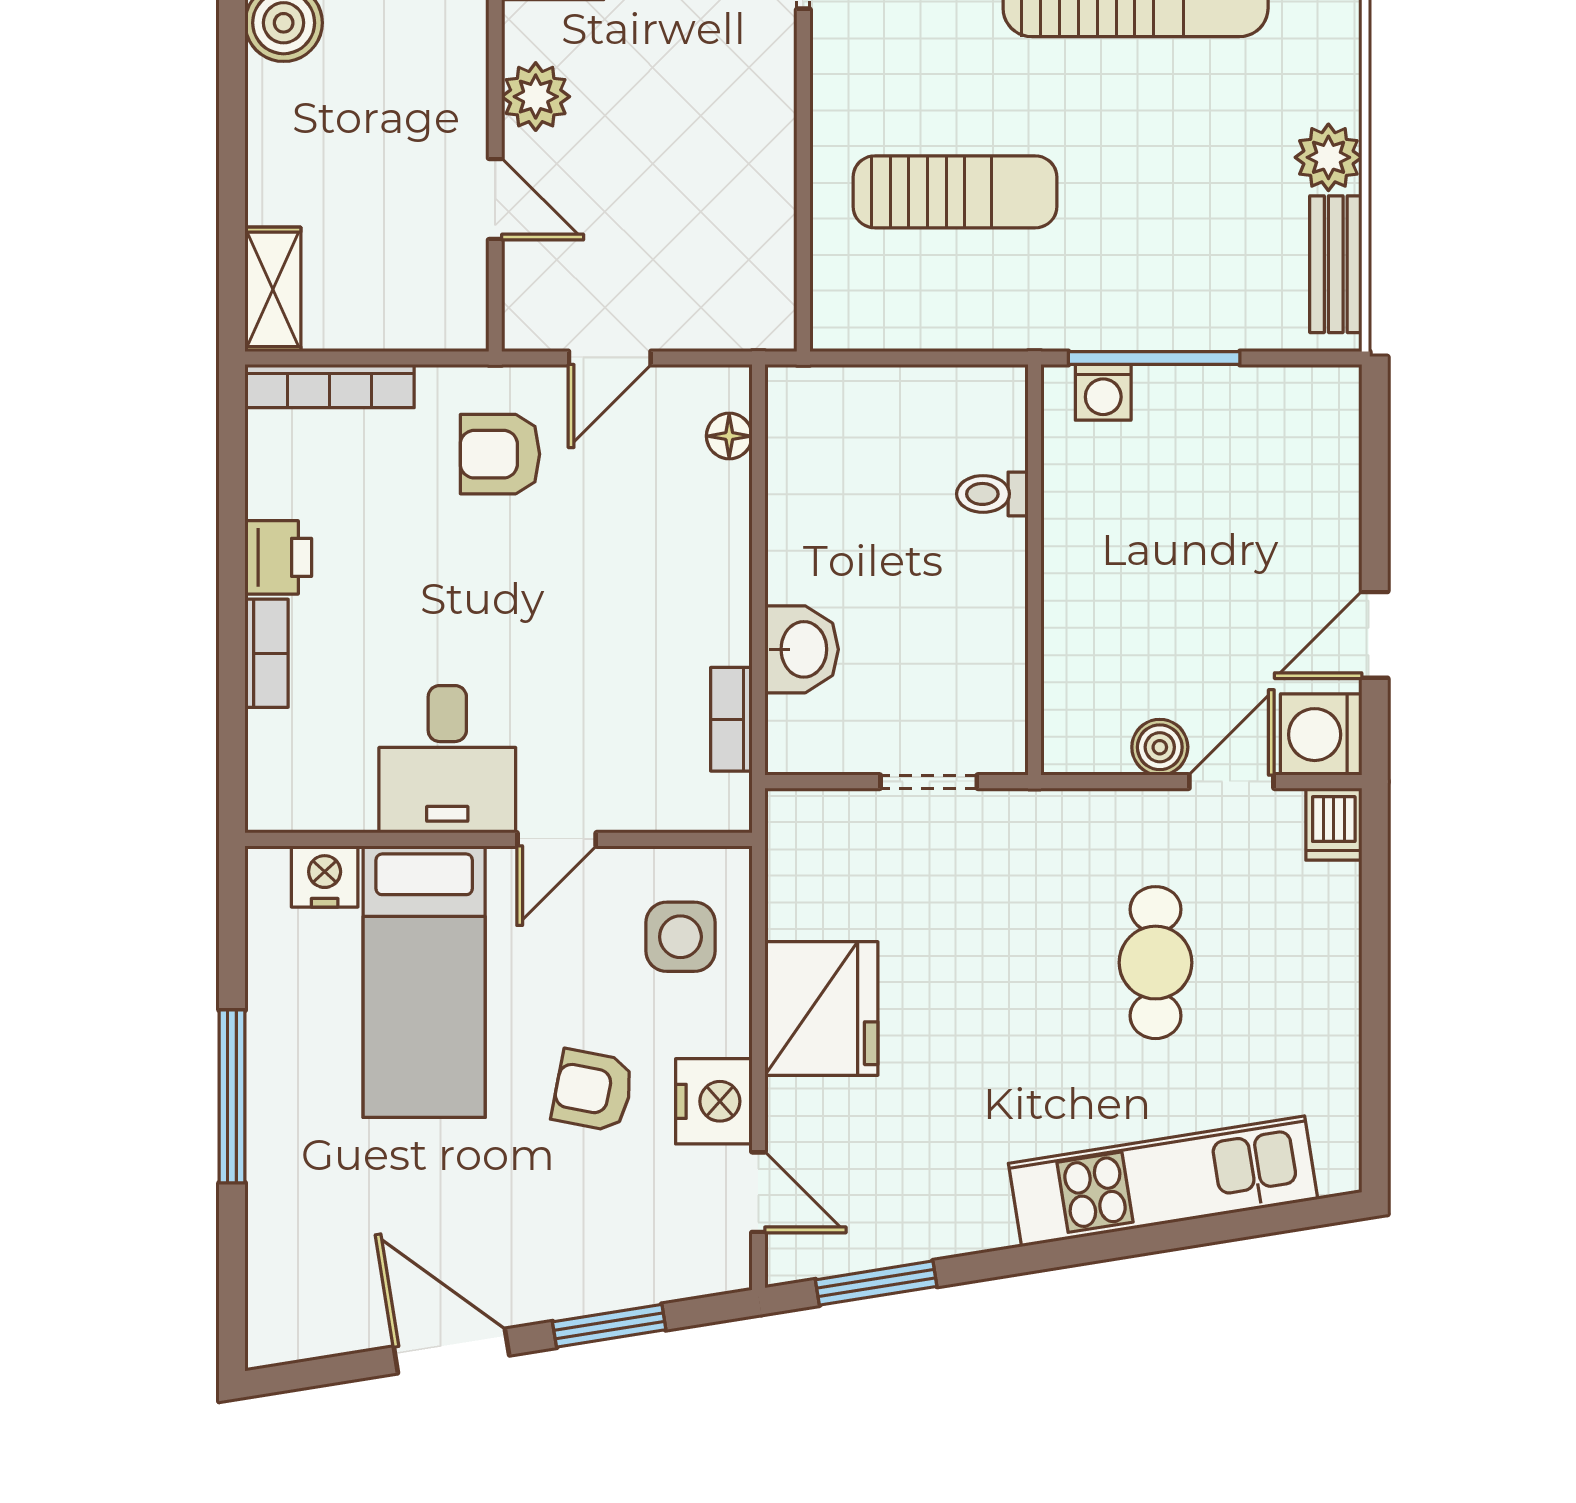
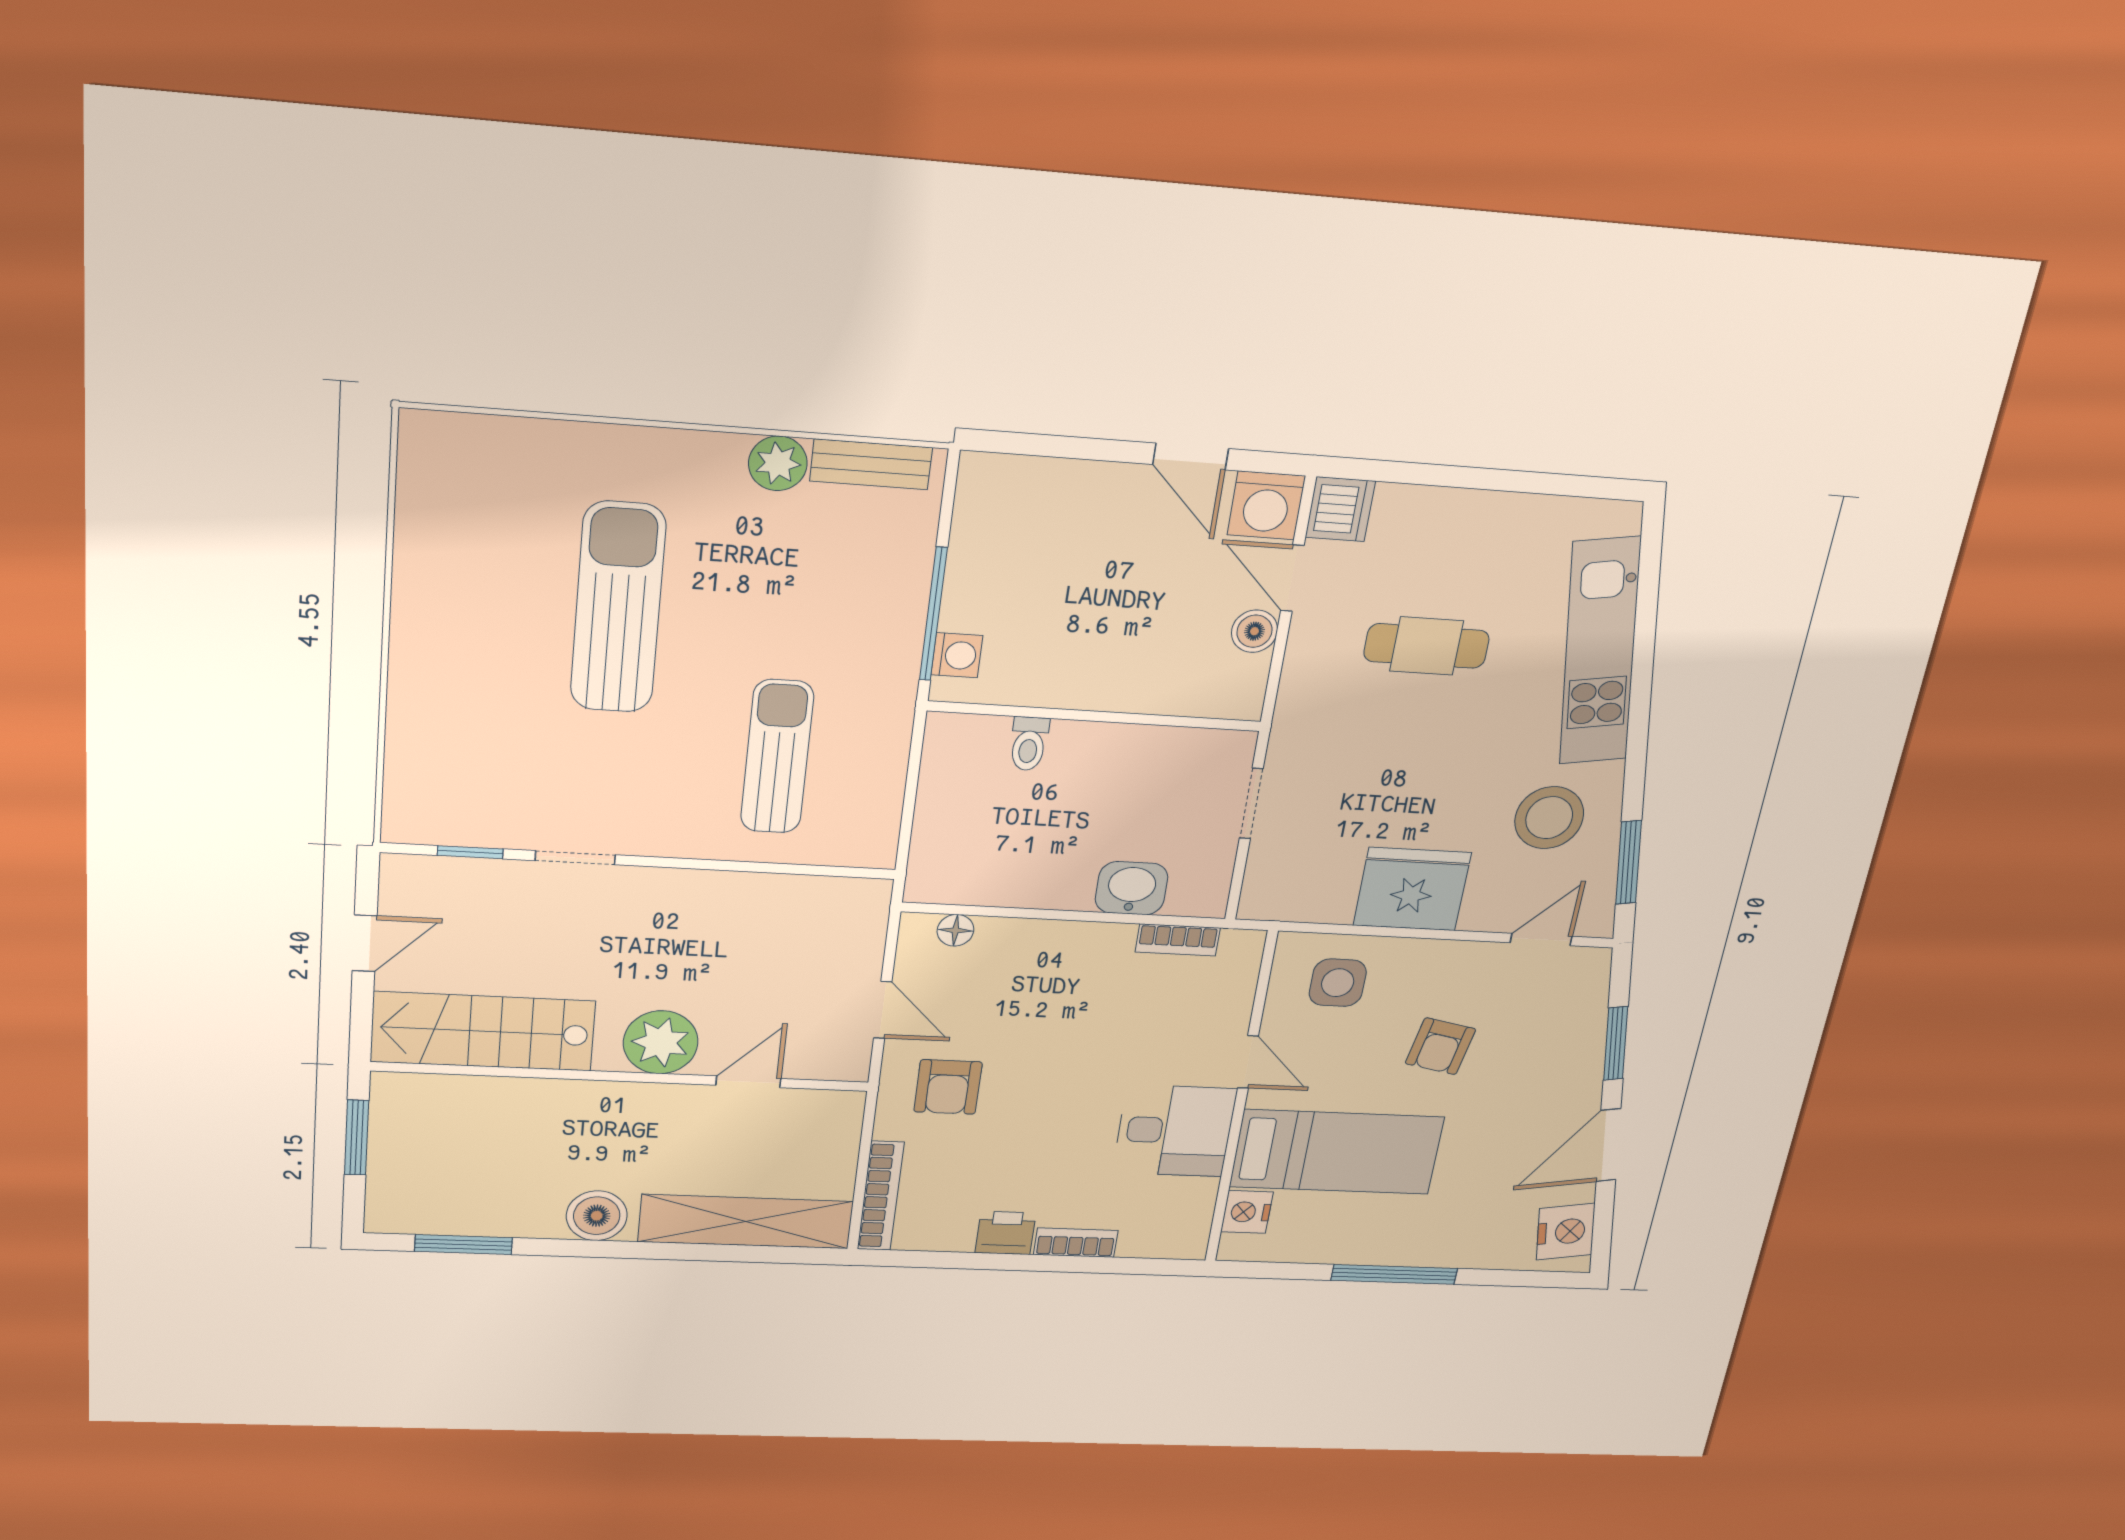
plant: (536, 97) -> (661, 1042), width x1.36, depth x1.36
shelving: (273, 289) -> (746, 1222), width x2.20, depth x1.33
dishwasher: (1334, 824) -> (1340, 509), width x1.38
nightstand: (714, 1101) -> (1566, 1232), moved, turned 81
stool: (933, 1166) -> (1549, 818), added

